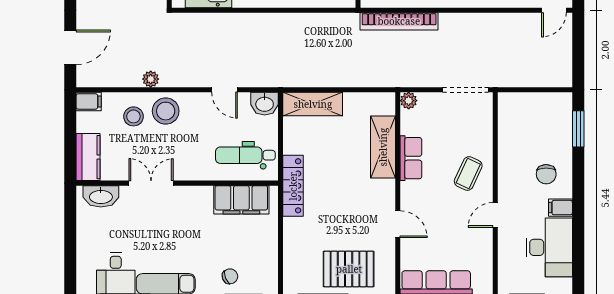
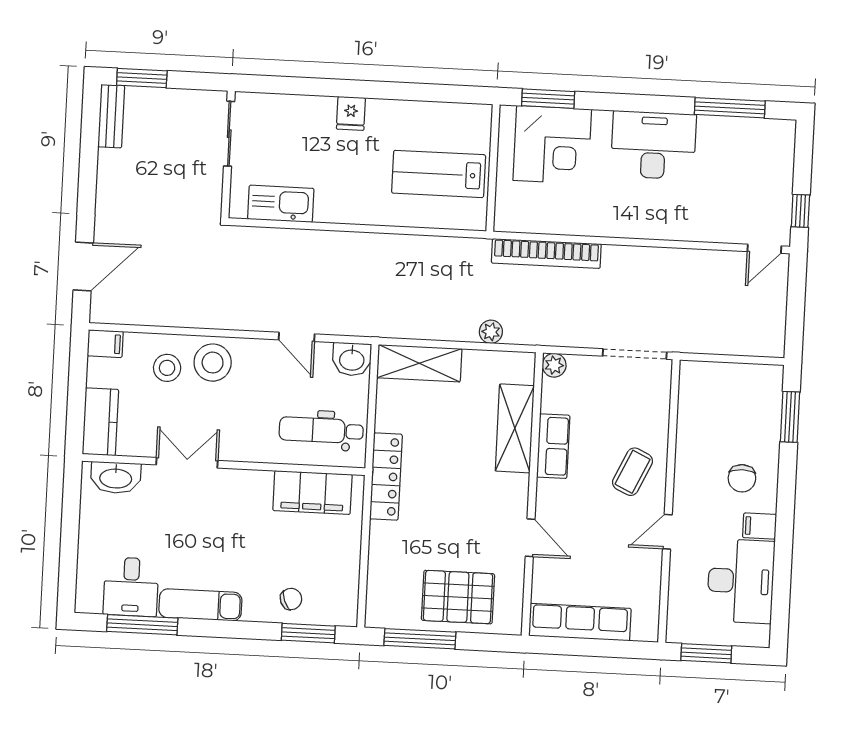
plant: (151, 79) -> (491, 332), moved

